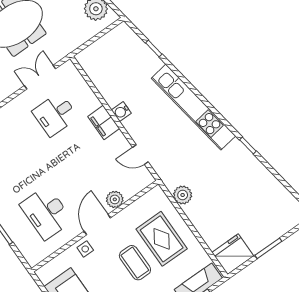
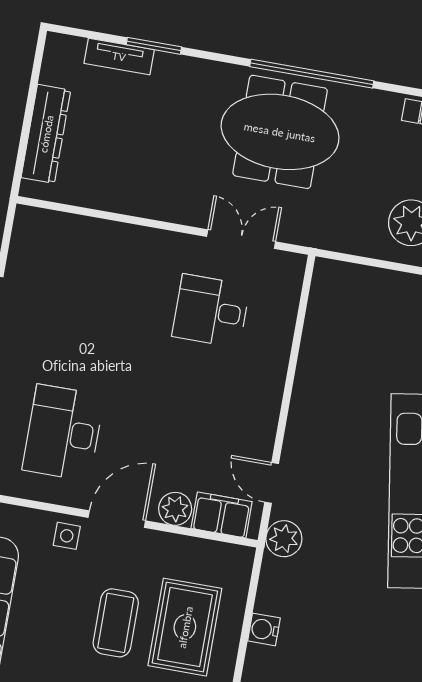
water cooler: (121, 112) -> (264, 629), moved
filing cabinet: (104, 123) -> (222, 515), moved, turned 90
plant: (183, 195) -> (284, 539), moved

